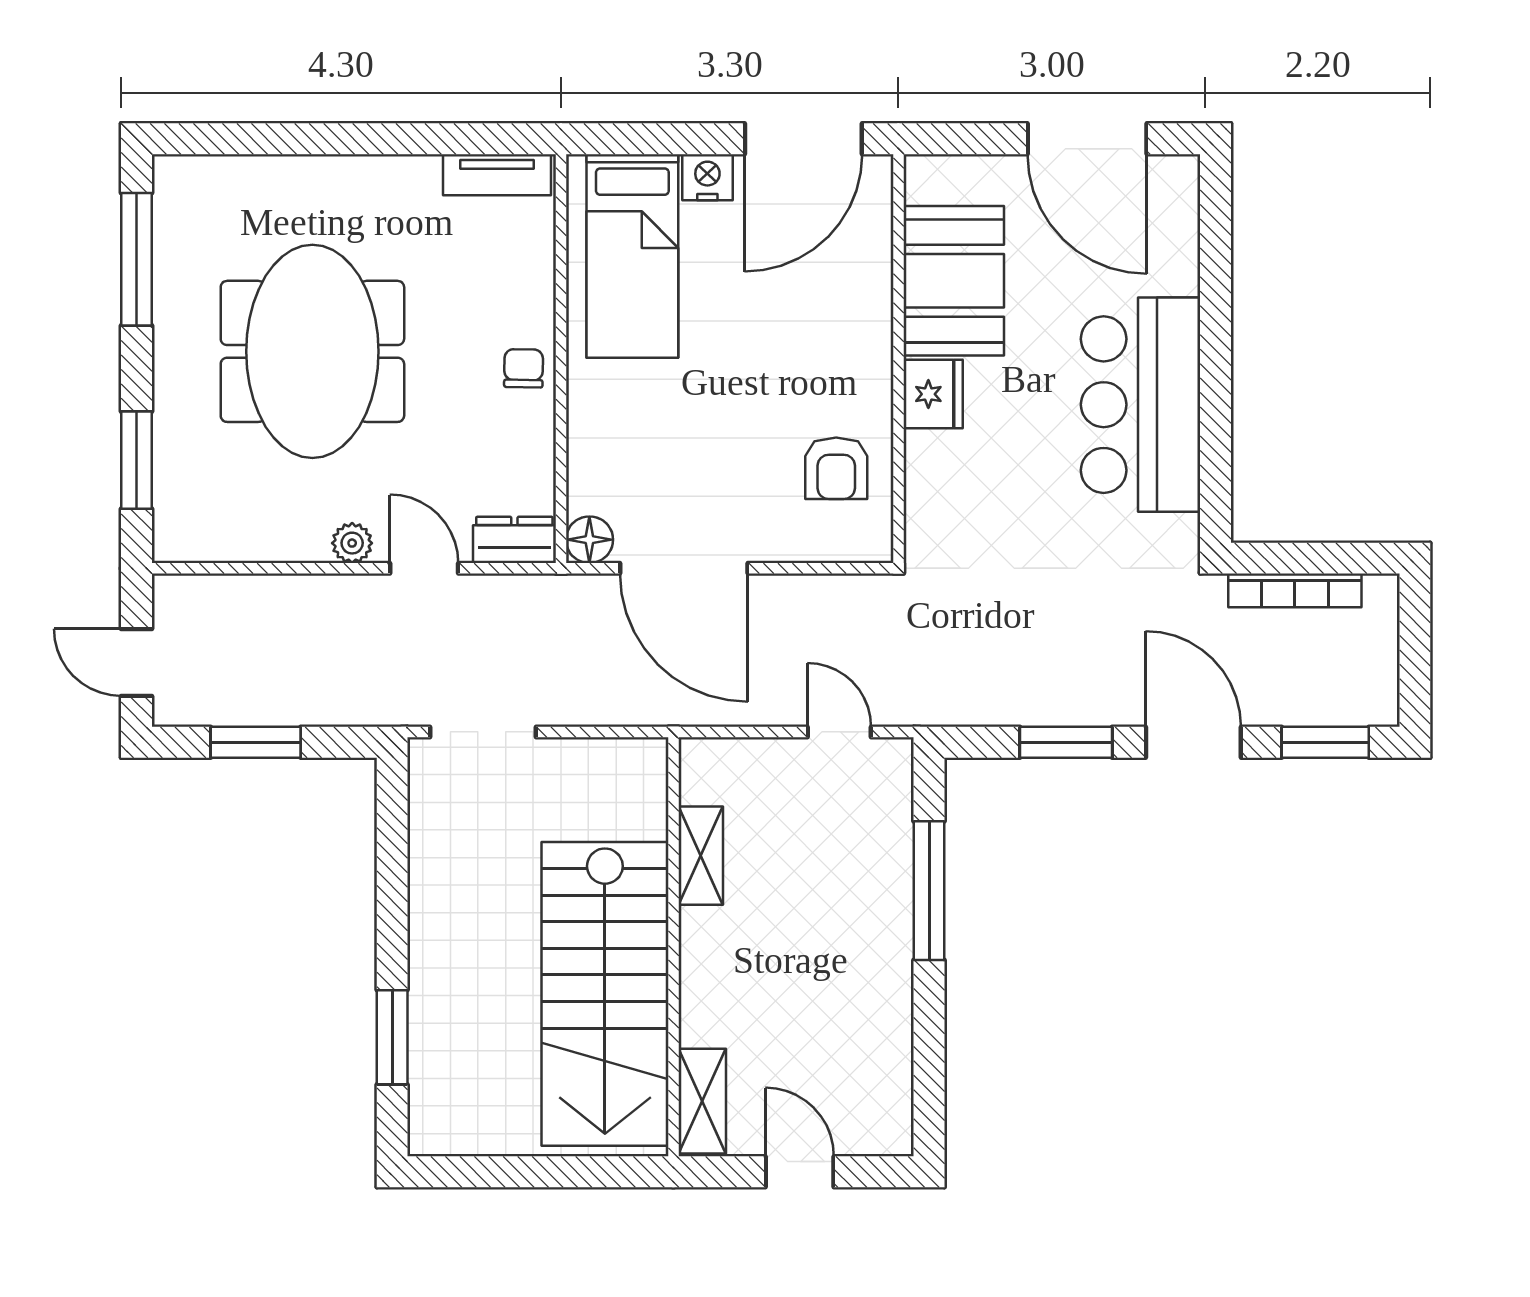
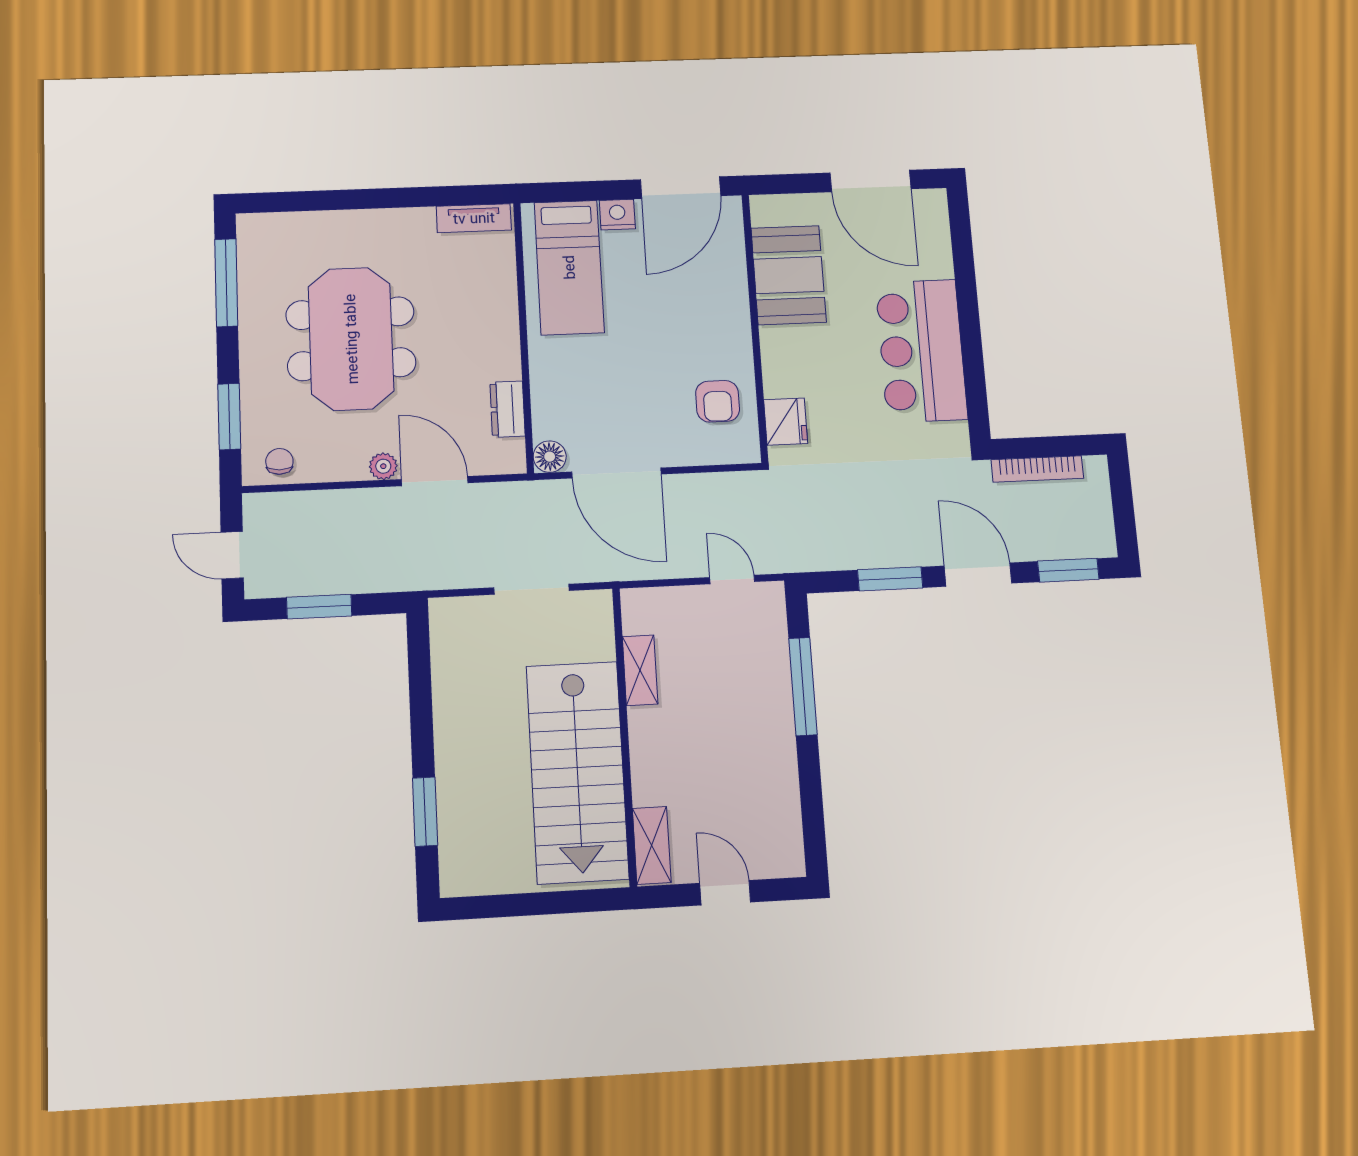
chair: (524, 368) -> (279, 461), moved
fridge: (933, 394) -> (786, 422), moved
dresser: (514, 540) -> (507, 409), moved, turned -90
door: (424, 568) -> (435, 481), width x1.38
doorway: (483, 732) -> (531, 589), moved

